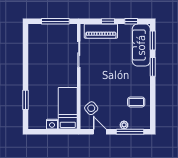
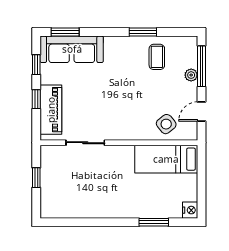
window: (55, 21) -> (36, 178), width x0.46
window: (153, 67) -> (143, 32), moved
nightstand: (52, 124) -> (190, 210), moved

